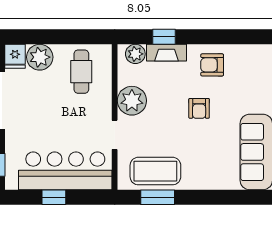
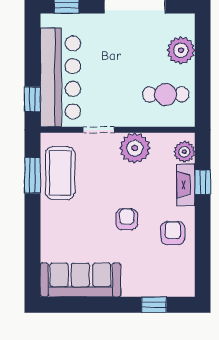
fridge: (15, 56) -> (182, 24), removed
armchair: (199, 108) -> (127, 219), turned 90
window: (54, 197) -> (32, 99), moved

